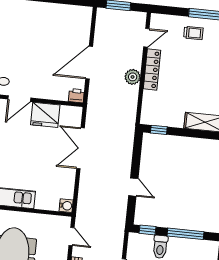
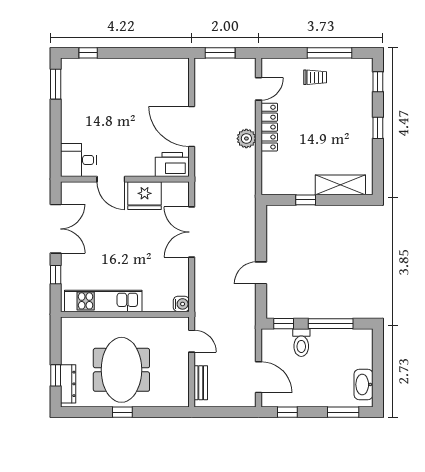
door: (89, 63) -> (192, 126), hinge flipped
printer: (76, 96) -> (172, 164), width x1.87, depth x1.48
door: (19, 99) -> (111, 179), hinge flipped
window: (159, 130) -> (306, 200), moved
door: (133, 187) -> (261, 273), swing flipped

